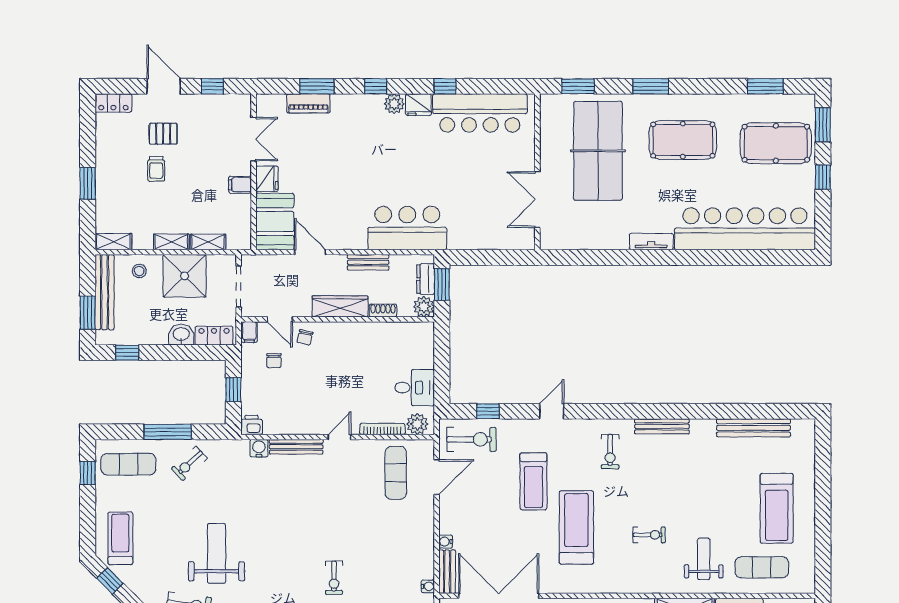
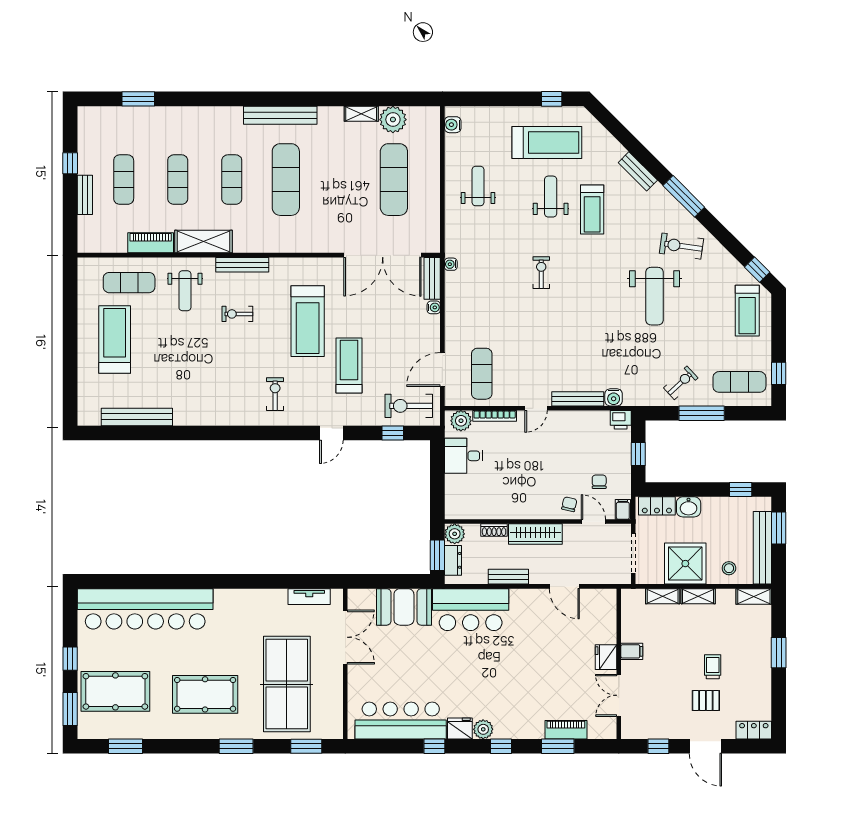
booth: (275, 221) -> (404, 607), moved, turned 90
tv unit: (651, 242) -> (309, 597), moved
bench: (662, 426) -> (242, 265), moved

